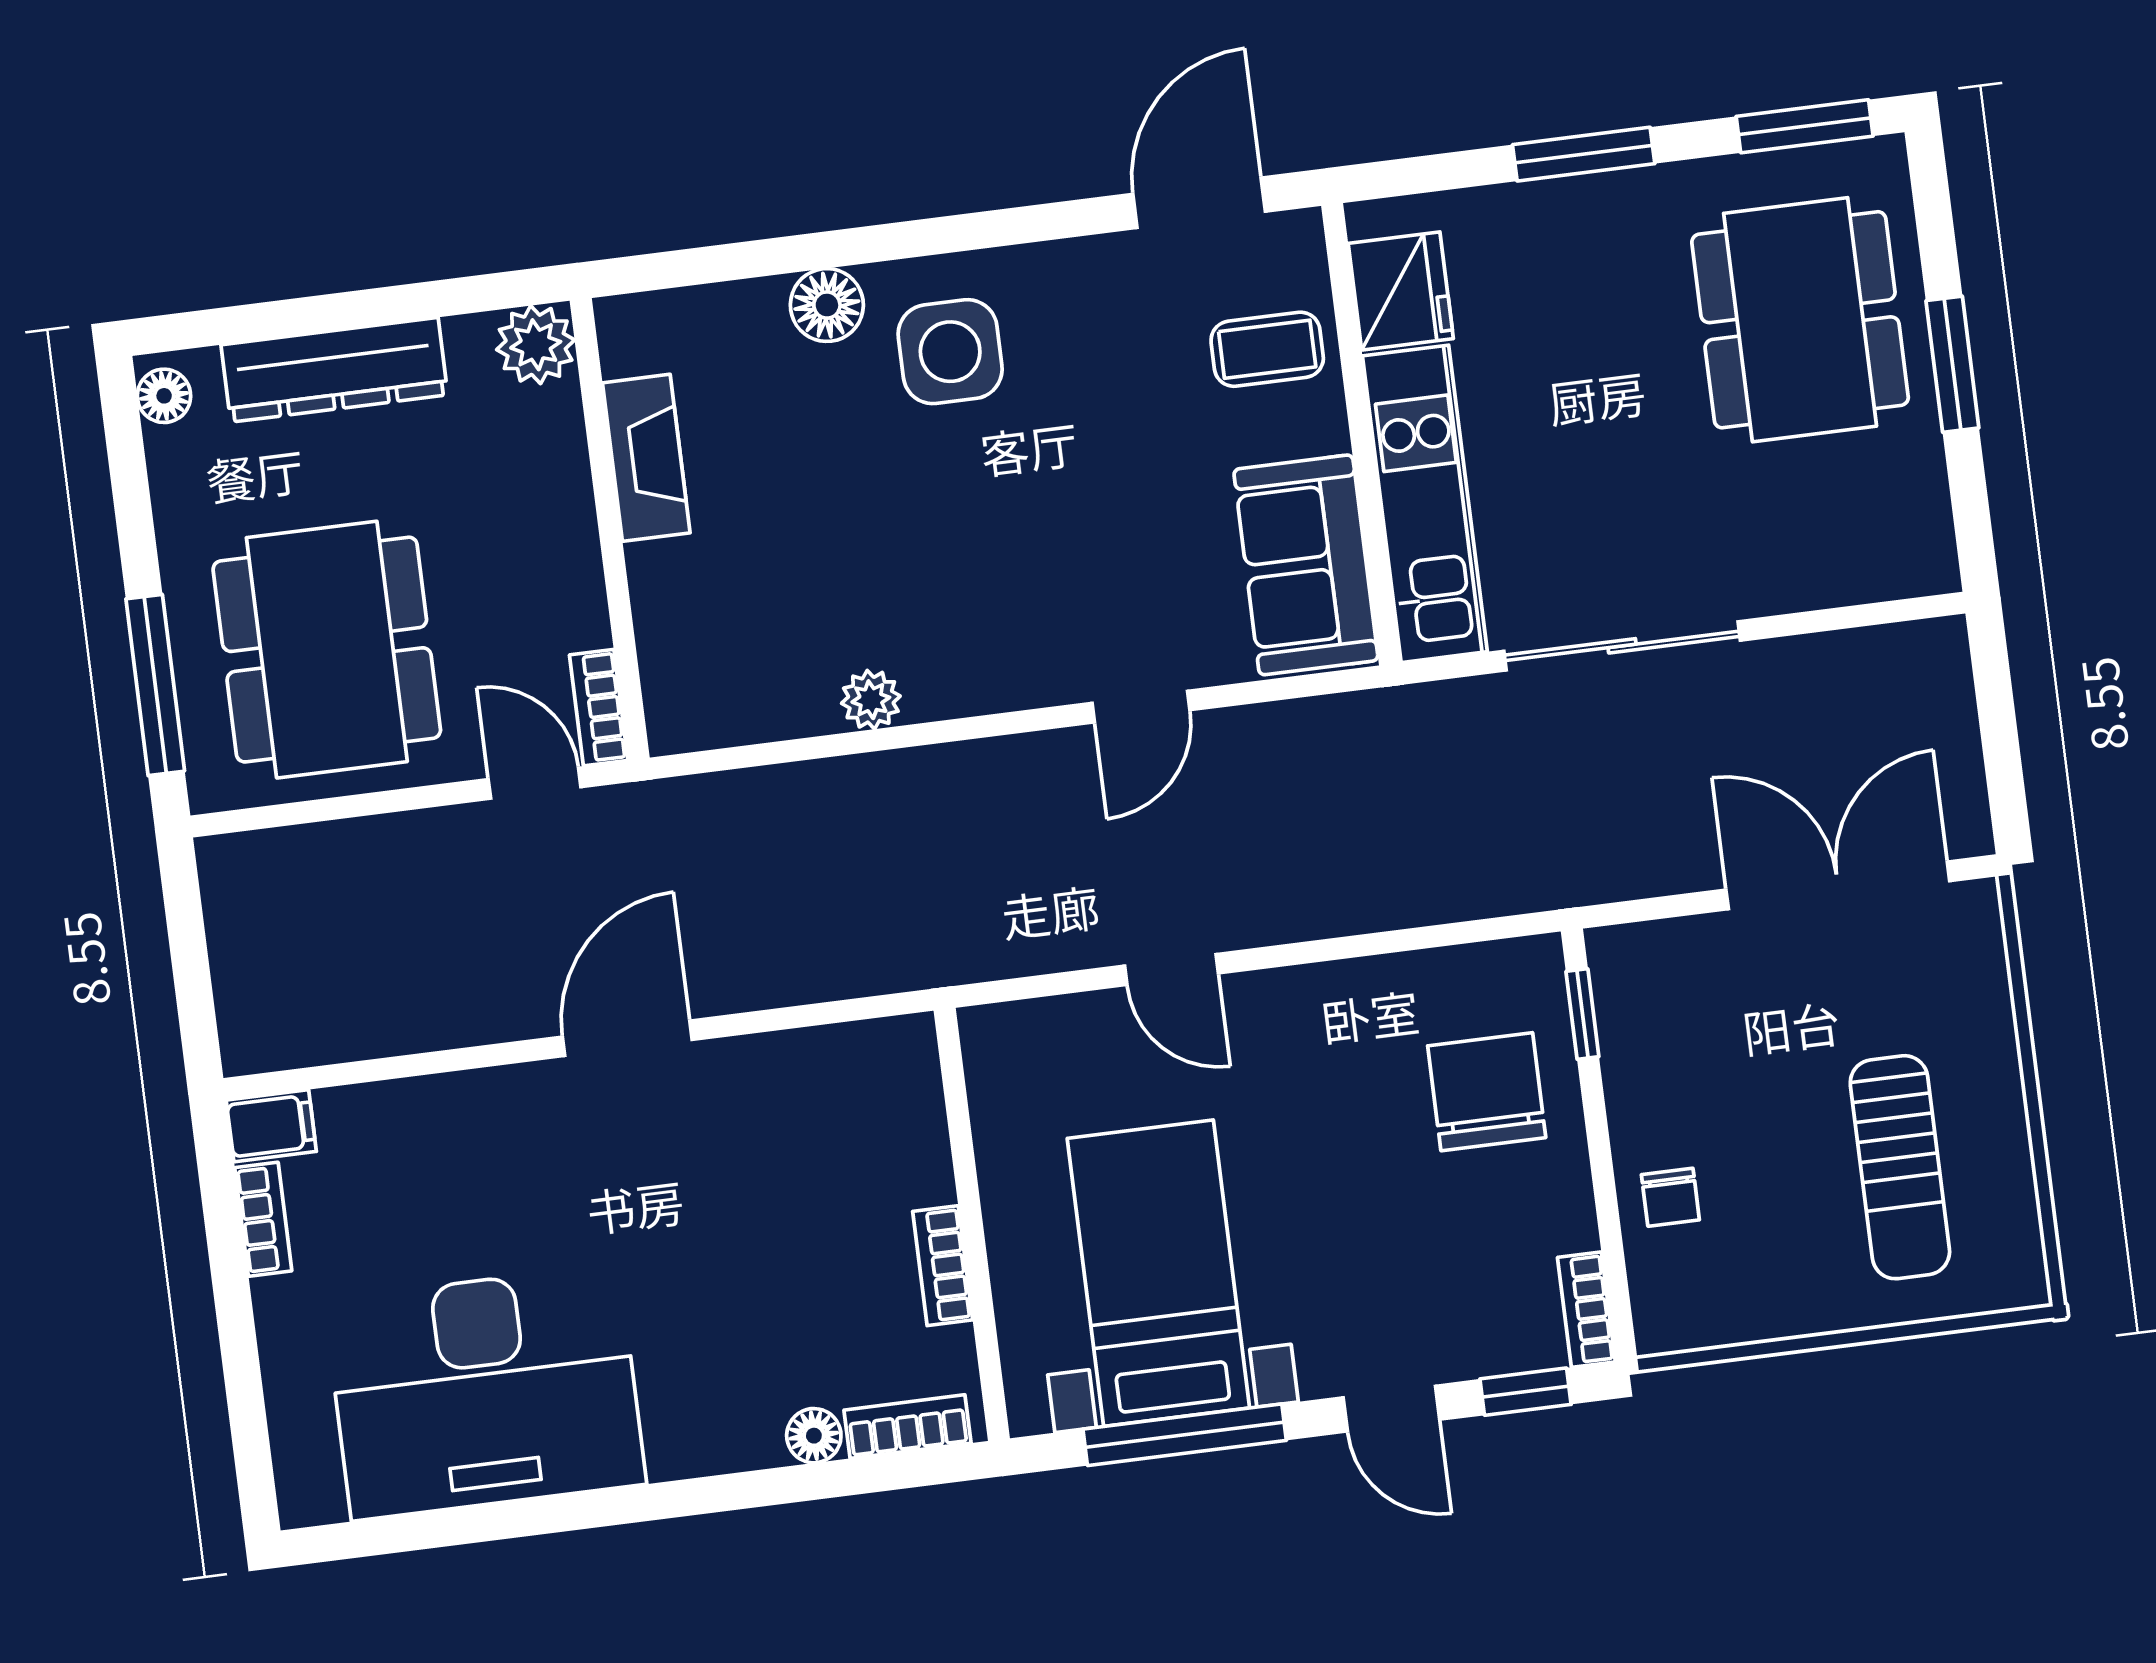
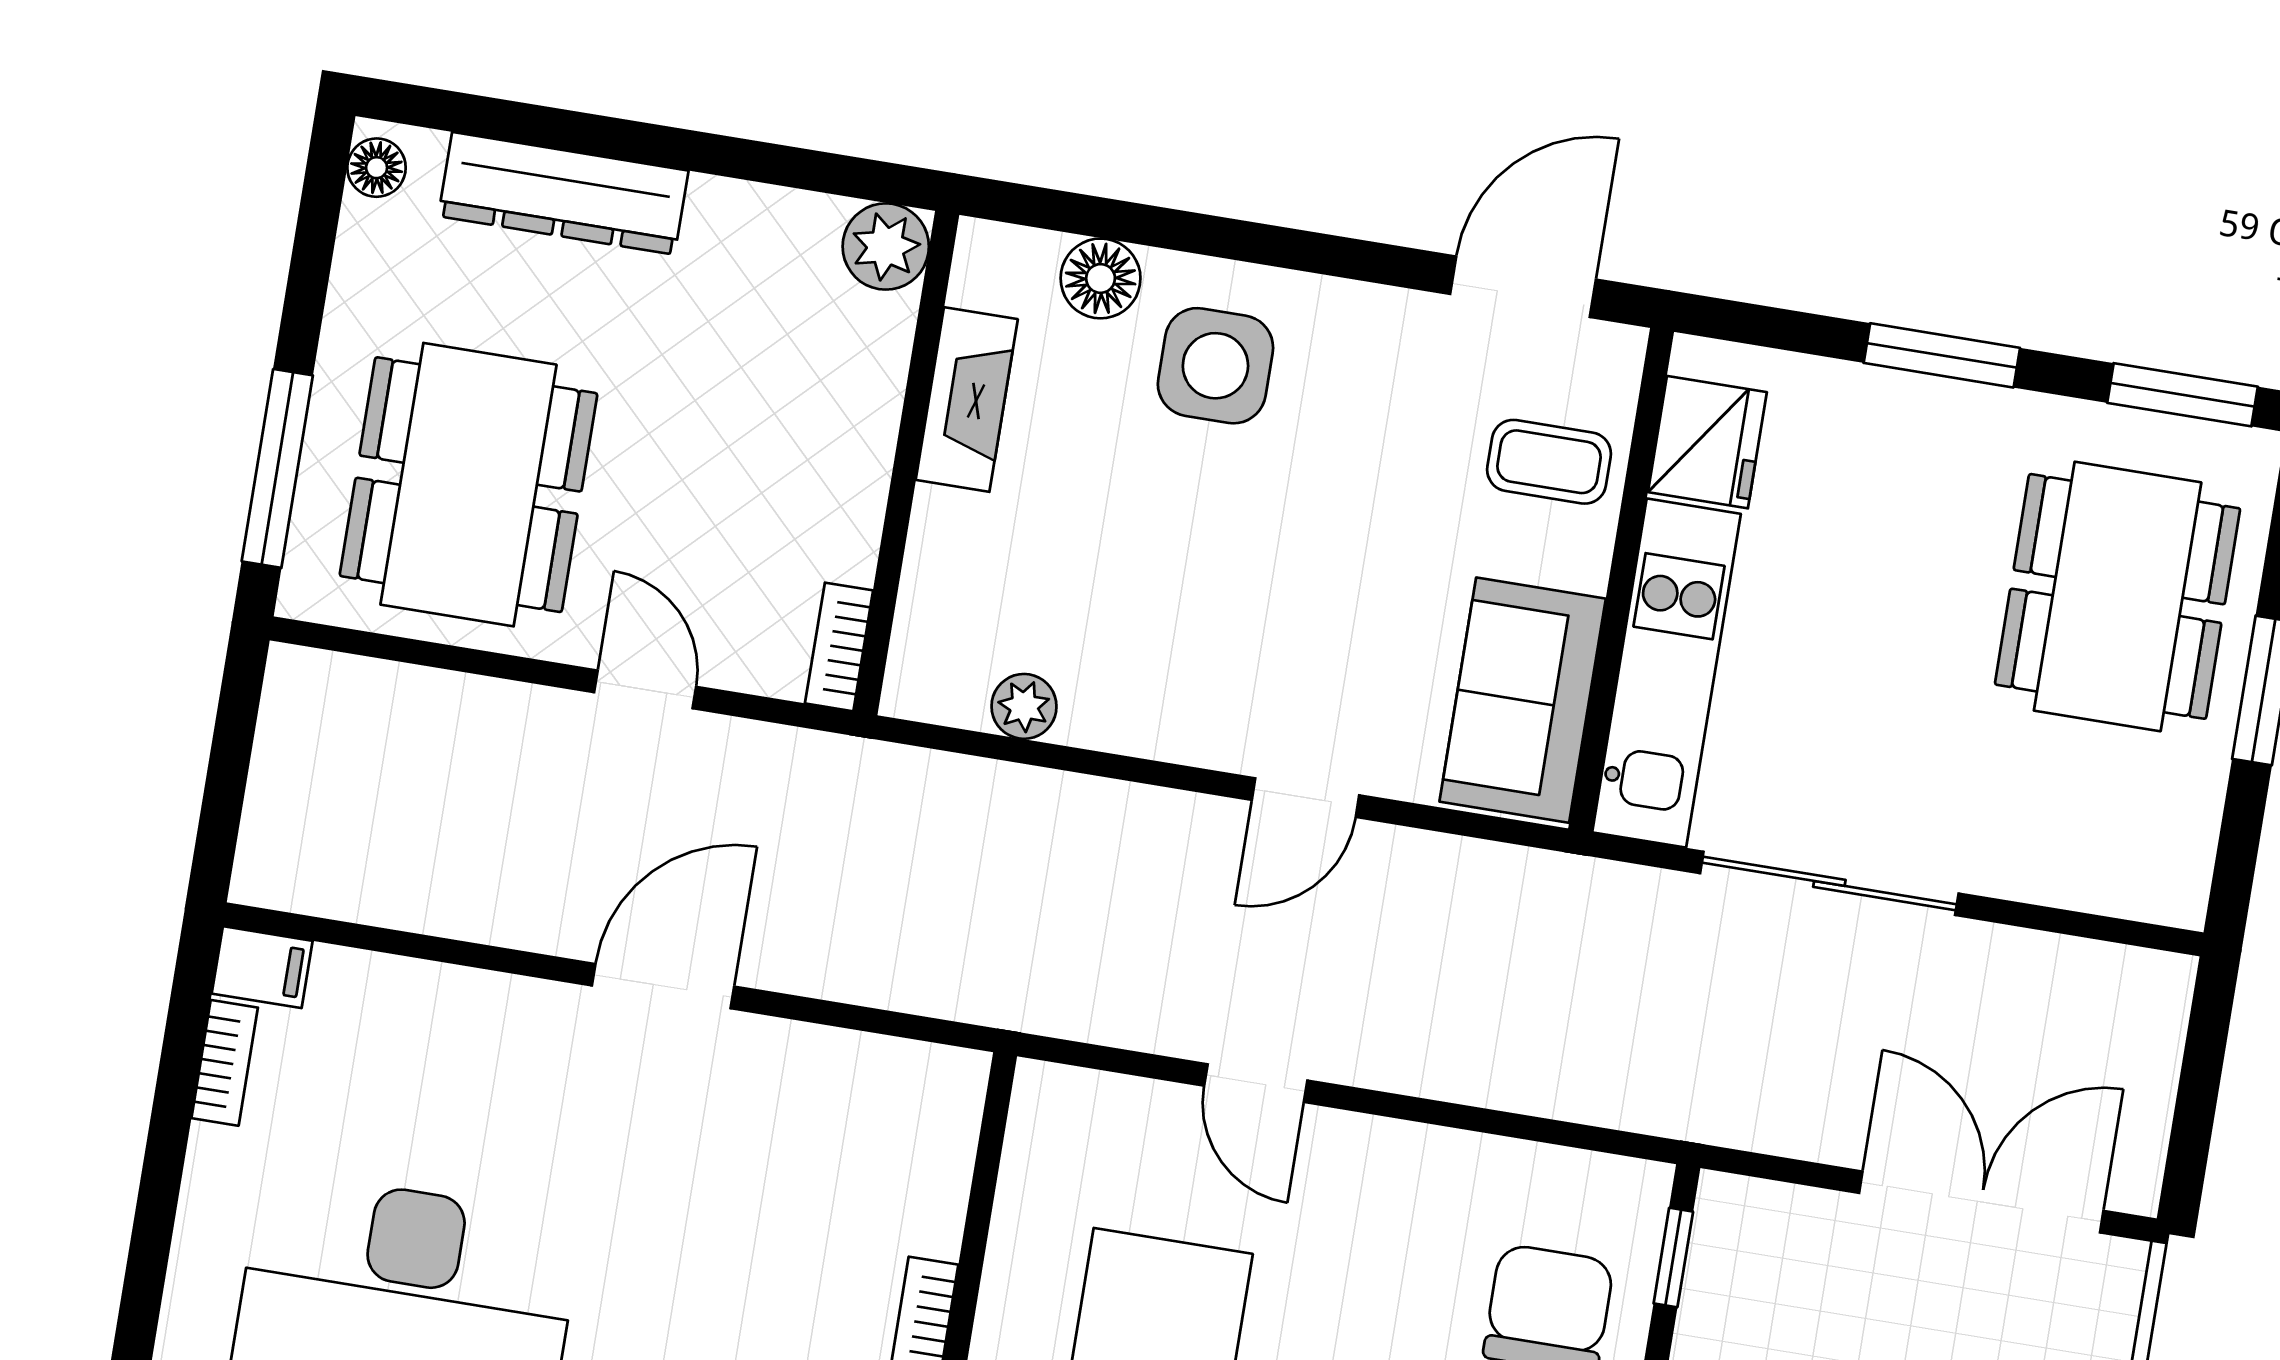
plant: (536, 345) -> (886, 247), moved
fireplace: (646, 458) -> (967, 400), moved
wall: (610, 529) -> (906, 463), moved
bookcase: (599, 708) -> (839, 647), moved

